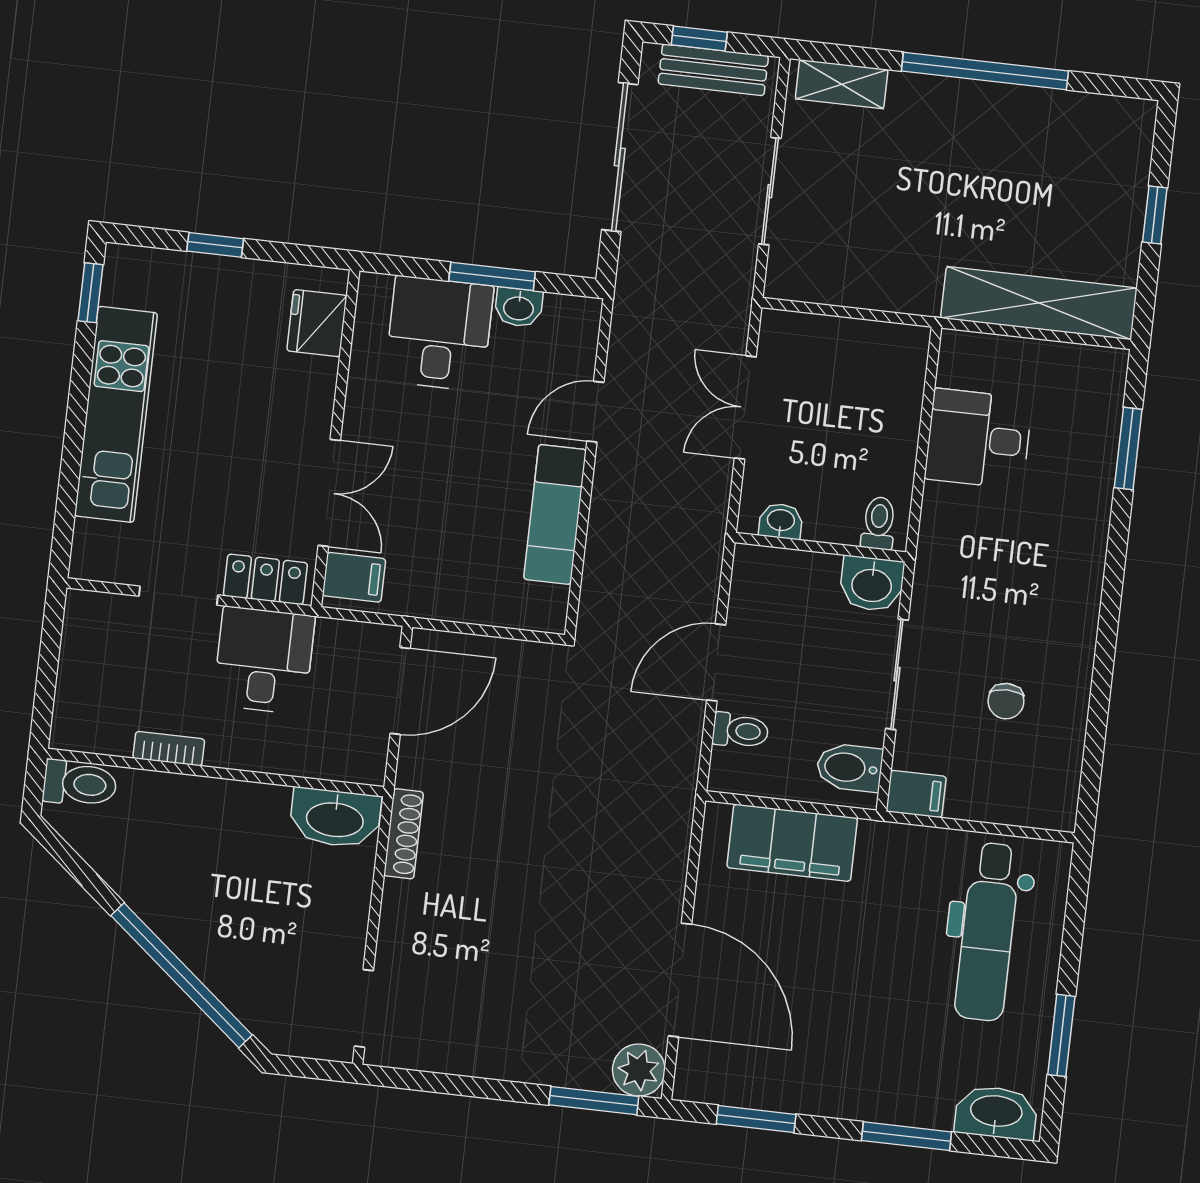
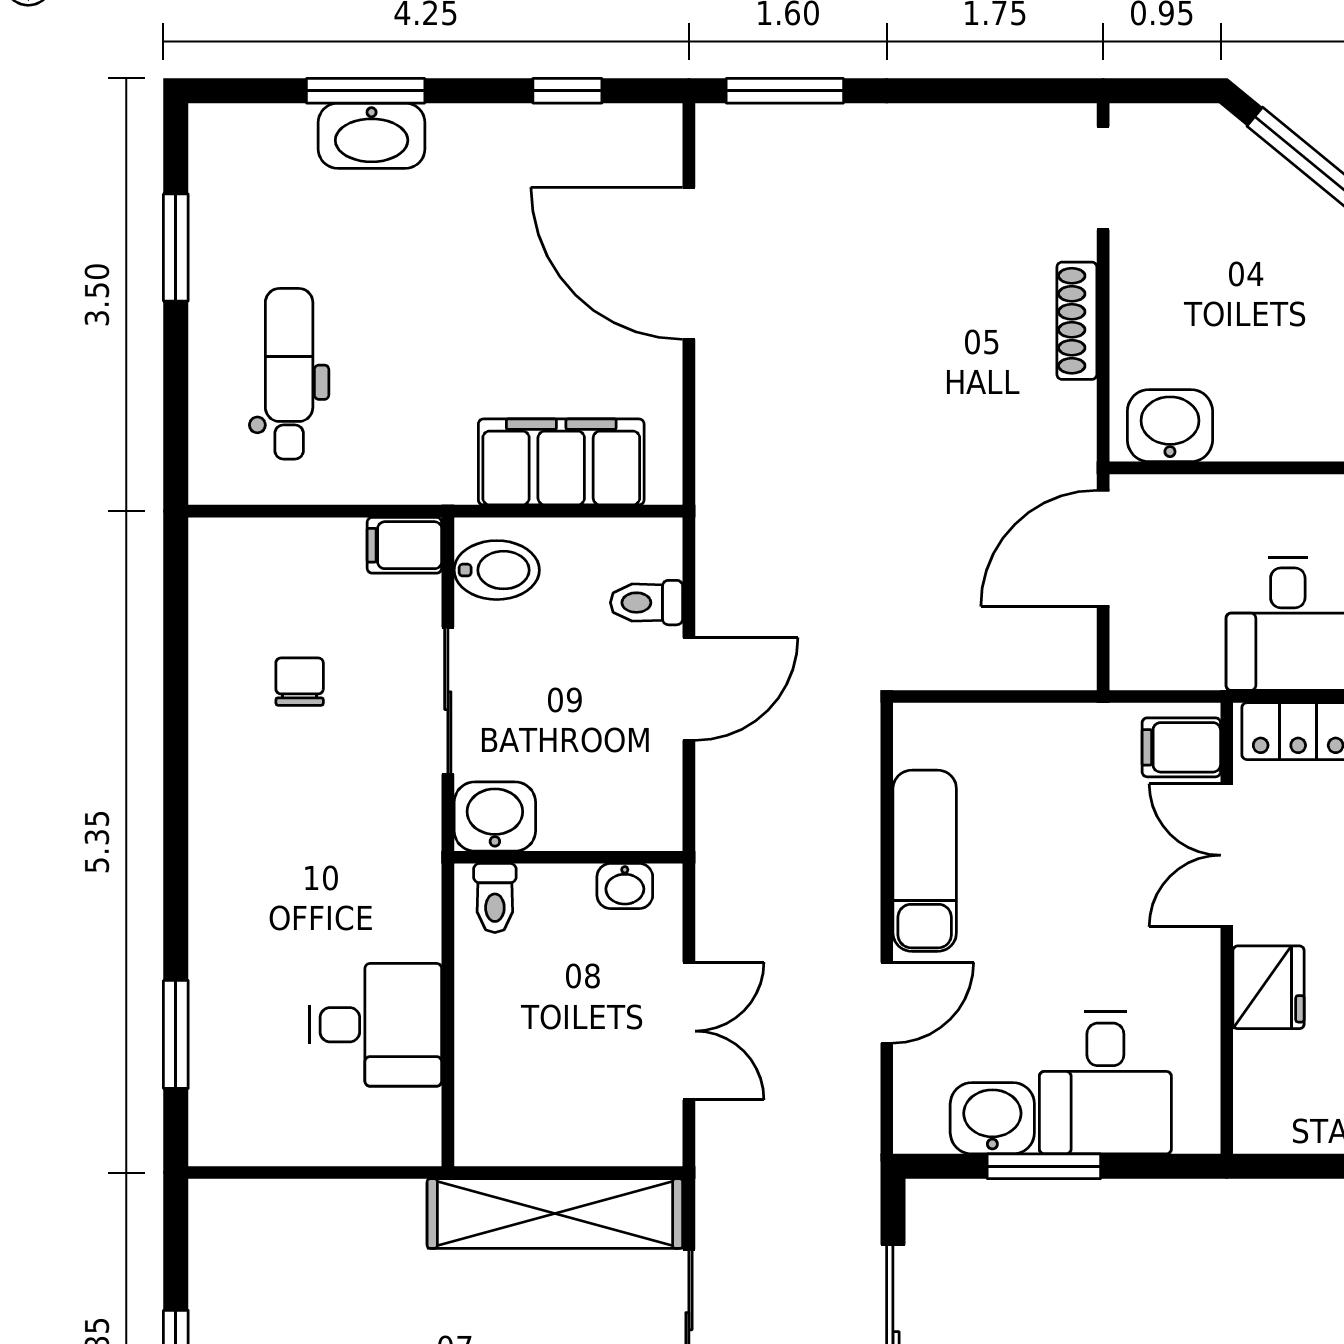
shelving: (1039, 303) -> (555, 1214), moved
washbasin: (519, 307) -> (992, 1118), width x1.38, depth x1.45
fridge: (317, 323) -> (1269, 987), moved
door: (400, 691) -> (1103, 548), moved
washbasin: (335, 818) -> (1170, 426), width x0.72
shoe rack: (404, 834) -> (1077, 321), moved
dental chair: (988, 932) -> (289, 374), width x0.73, depth x0.72
plant: (639, 1070) -> (730, 138), removed
washbasin: (996, 1112) -> (372, 136), moved
window: (756, 1119) -> (567, 91), width x0.67

